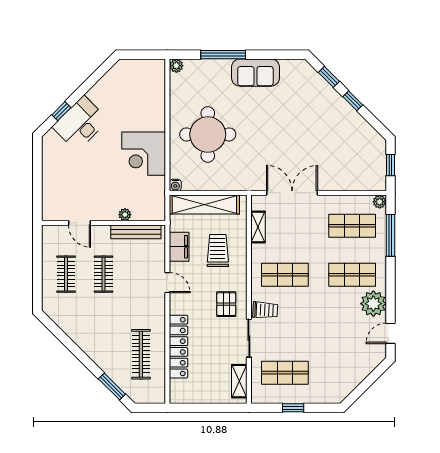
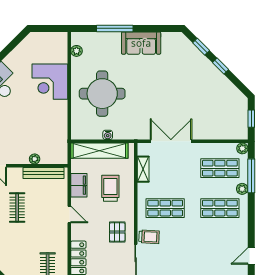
plant: (176, 66) -> (77, 51), moved
corner desk: (144, 154) -> (50, 82), moved
water cooler: (175, 185) -> (108, 135), moved
plant: (373, 304) -> (242, 189), moved, width x0.53, depth x0.53

